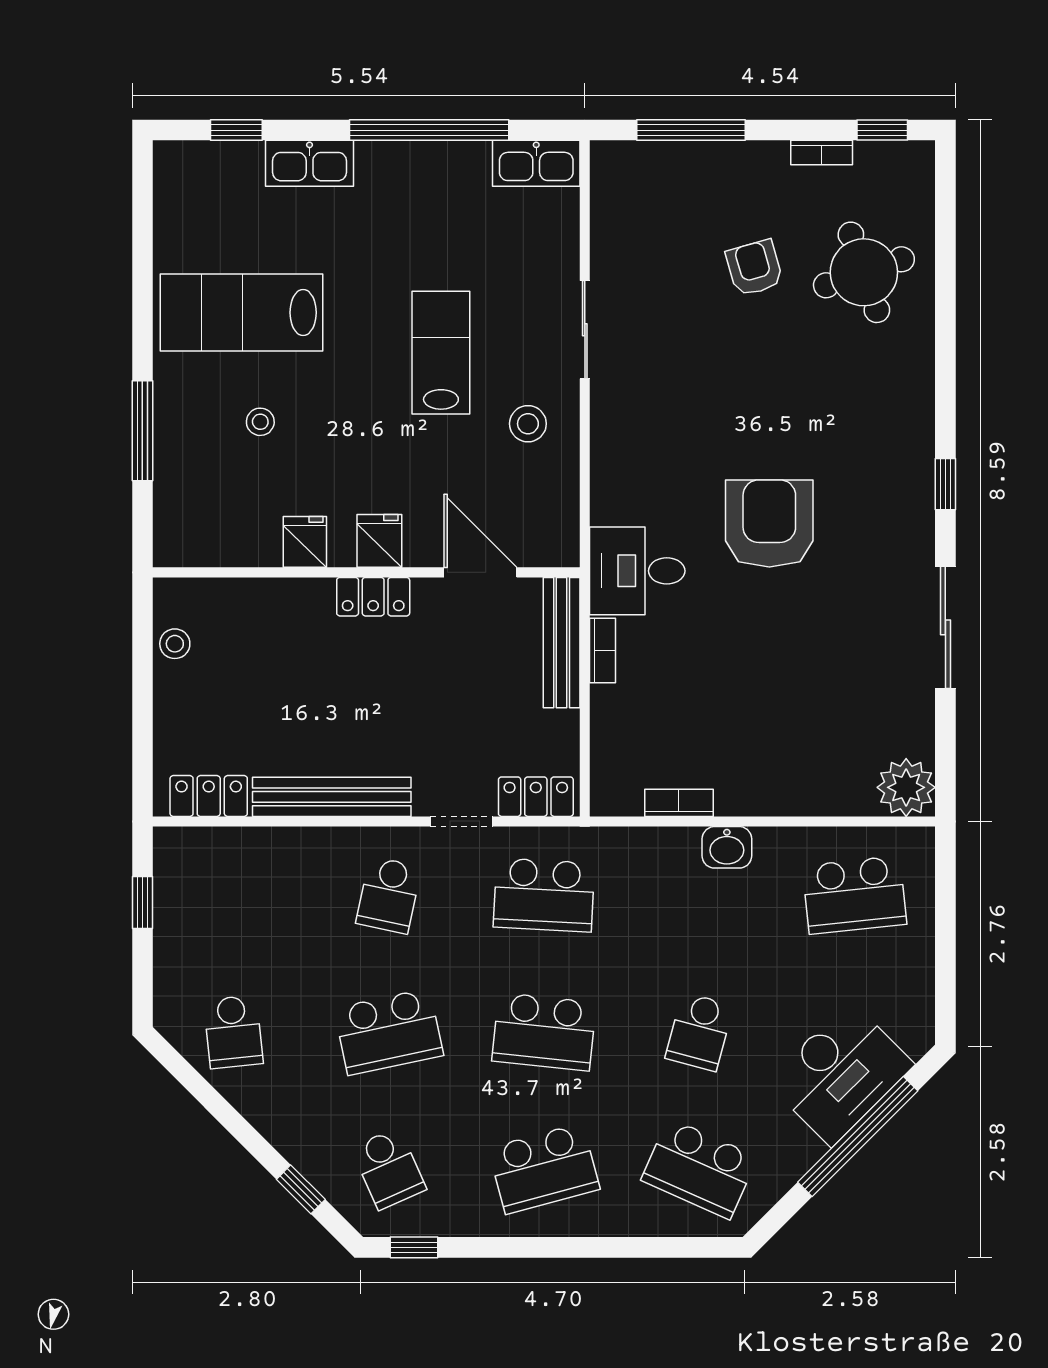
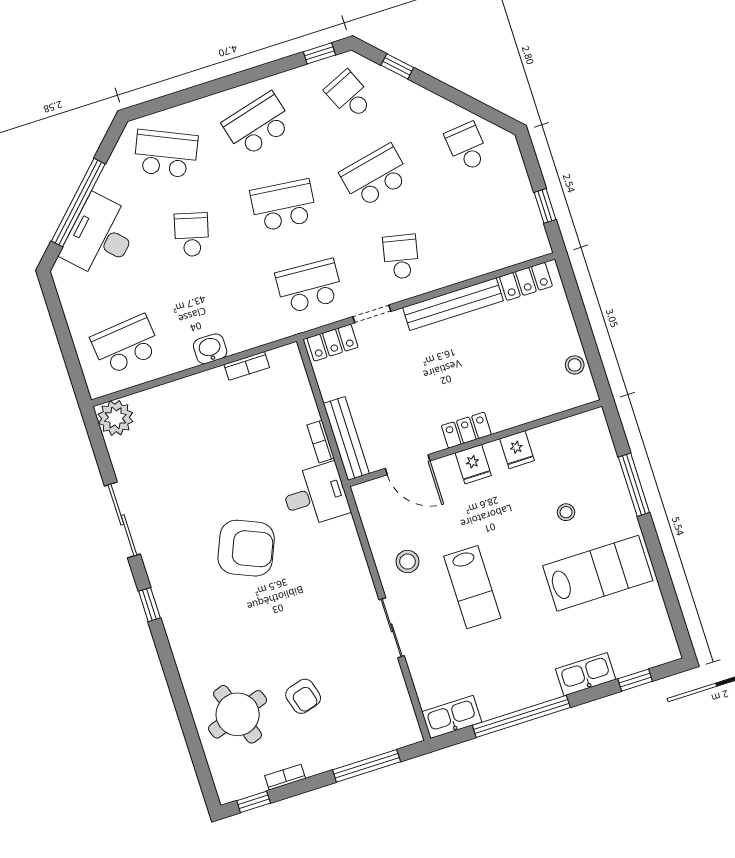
armchair: (769, 523) -> (246, 548), turned -67

